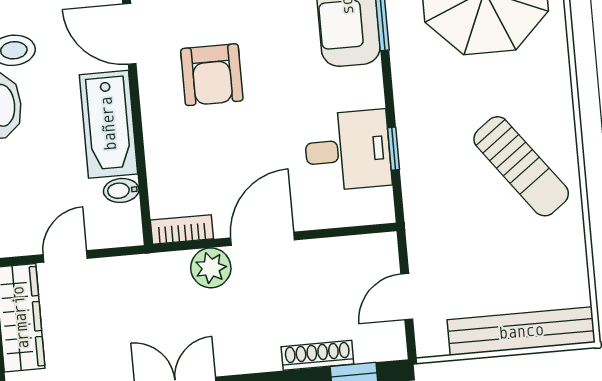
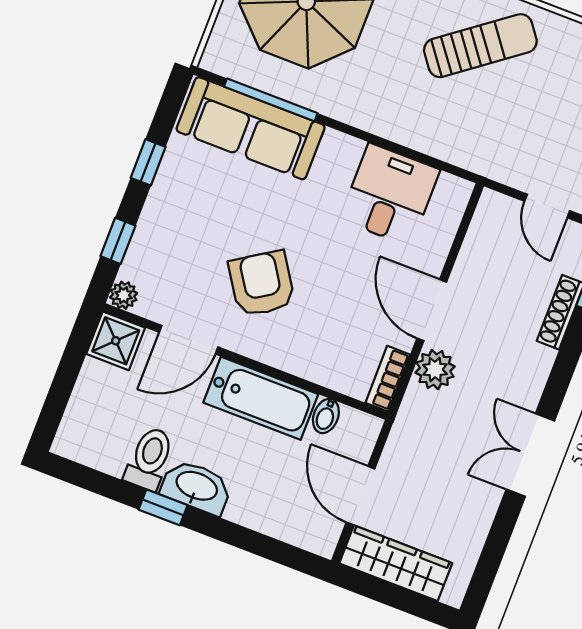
armchair: (212, 75) -> (262, 284), turned -123
window: (394, 149) -> (408, 153), removed
door: (65, 256) -> (361, 495), width x1.38

